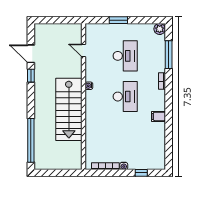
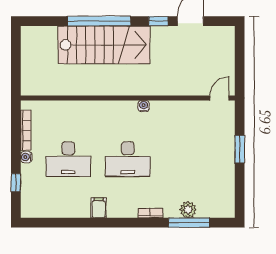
plant: (160, 29) -> (188, 210), moved
door: (83, 50) -> (219, 98), moved
desk: (125, 56) -> (68, 159), moved
stairs: (69, 109) -> (104, 45), moved, turned 180
window: (31, 140) -> (99, 21), moved

